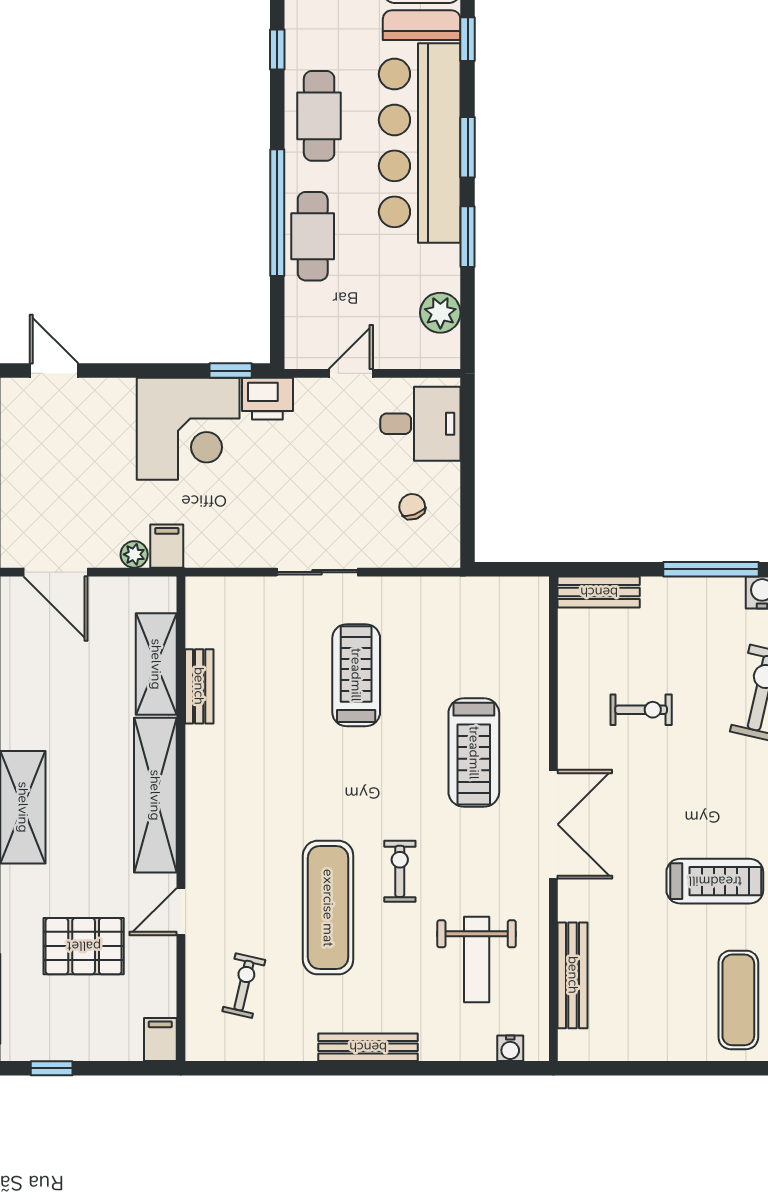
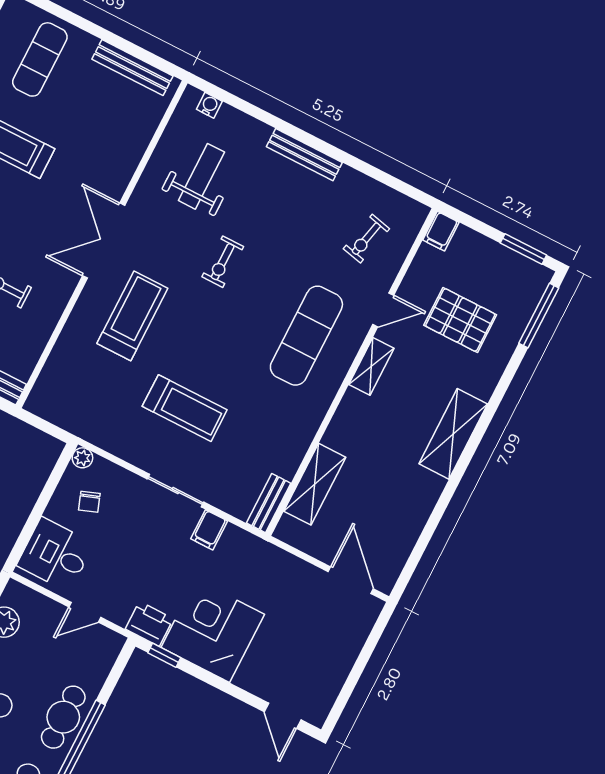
filing cabinet: (167, 546) -> (209, 530), moved
plant: (134, 554) -> (82, 458), moved
treadmill: (356, 675) -> (185, 408), turned -90
bench: (199, 686) -> (269, 503), moved
shelving: (155, 795) -> (371, 366), width x0.45, depth x0.75
exercise mat: (328, 908) -> (306, 336), moved
bench: (573, 975) -> (132, 68), moved, turned 90
window: (52, 1068) -> (523, 249), width x1.50

